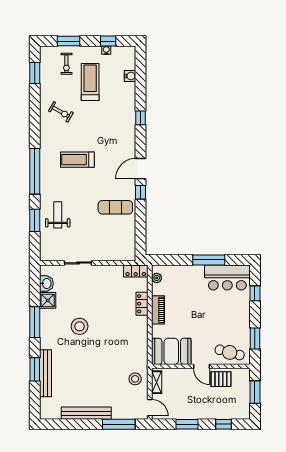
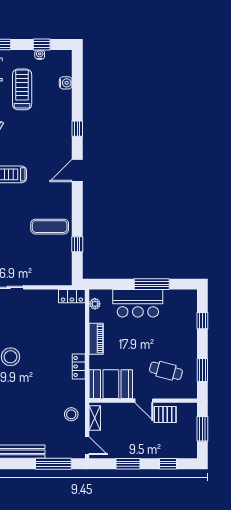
door: (141, 169) -> (77, 170), moved
window: (141, 192) -> (77, 244), moved
bar counter: (227, 277) -> (138, 303), moved
locker: (142, 304) -> (79, 366), moved
cafe table: (230, 352) -> (166, 371), moved

